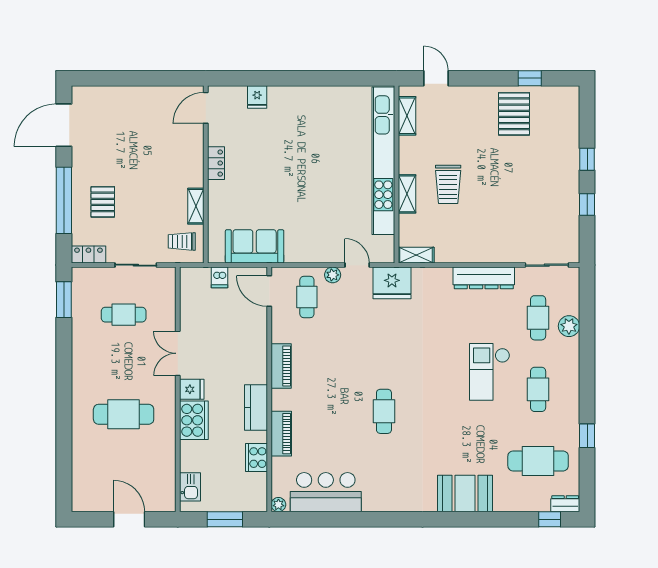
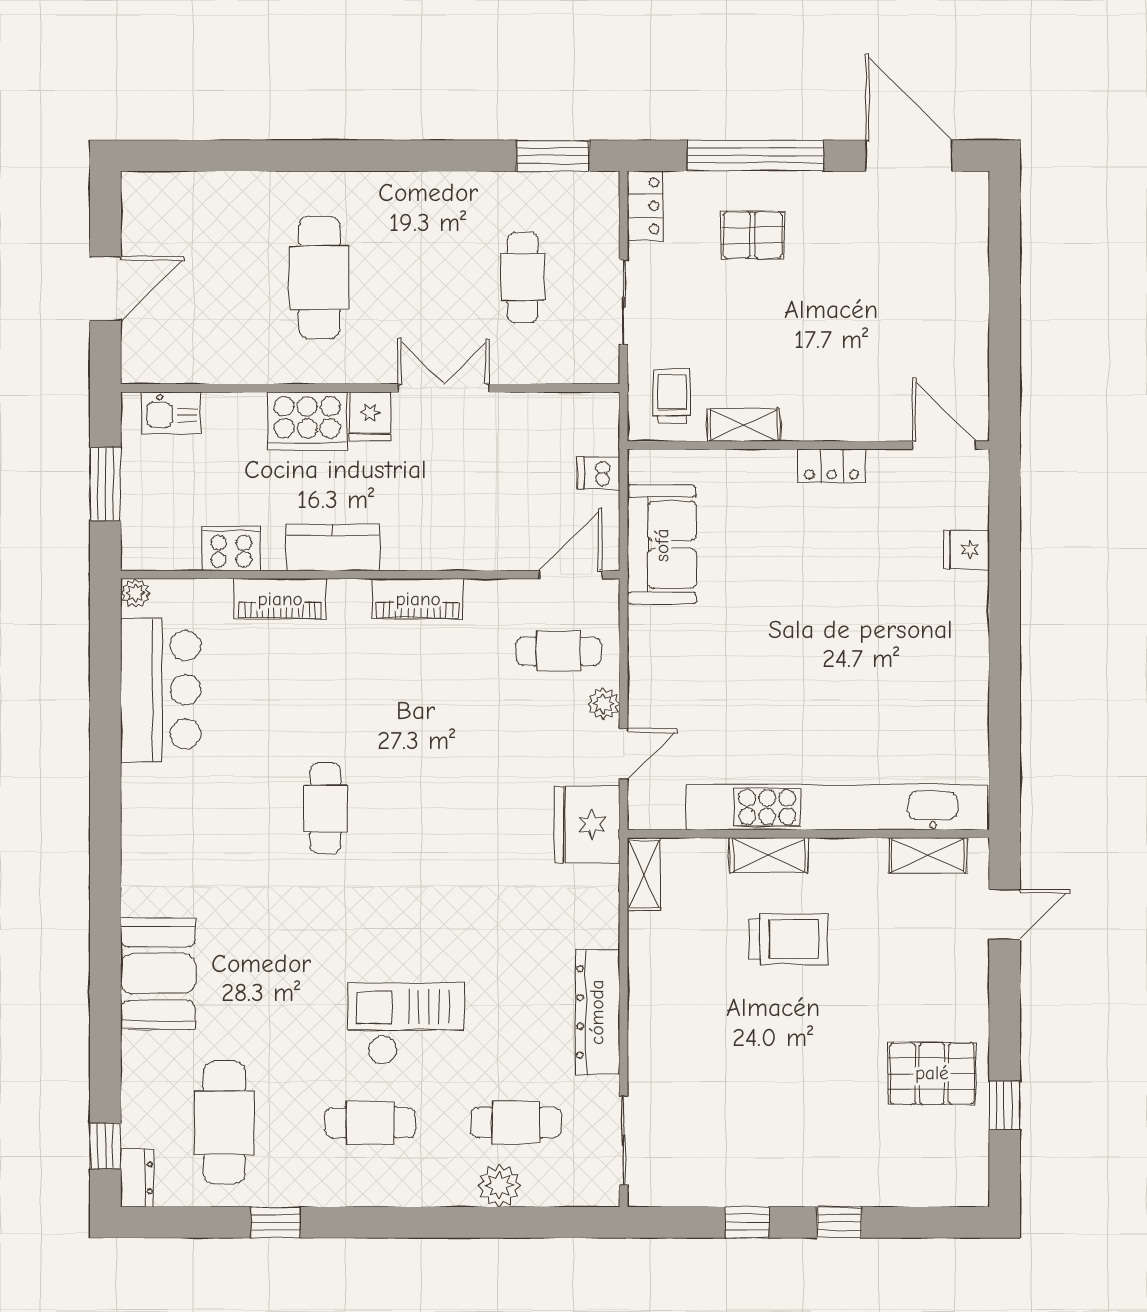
trolley: (448, 184) -> (788, 939), turned 180
cafe table: (384, 411) -> (325, 808), turned 90

